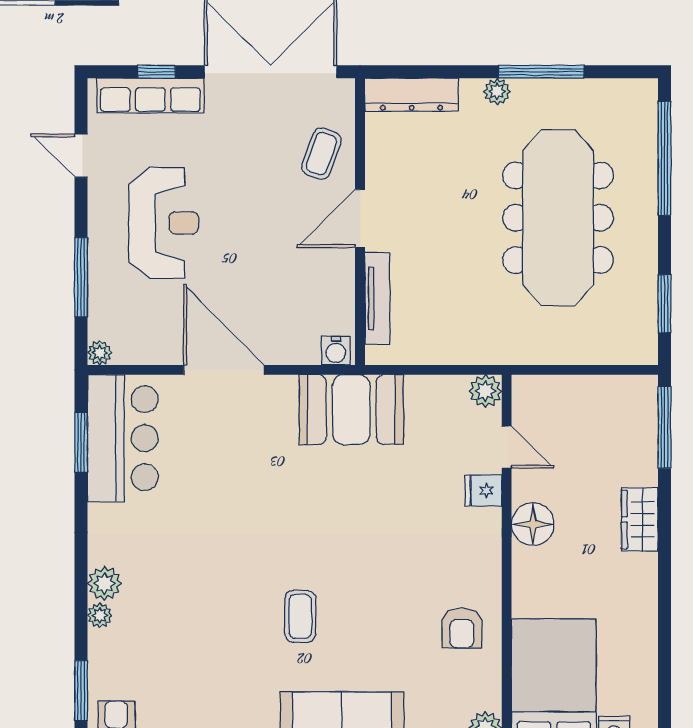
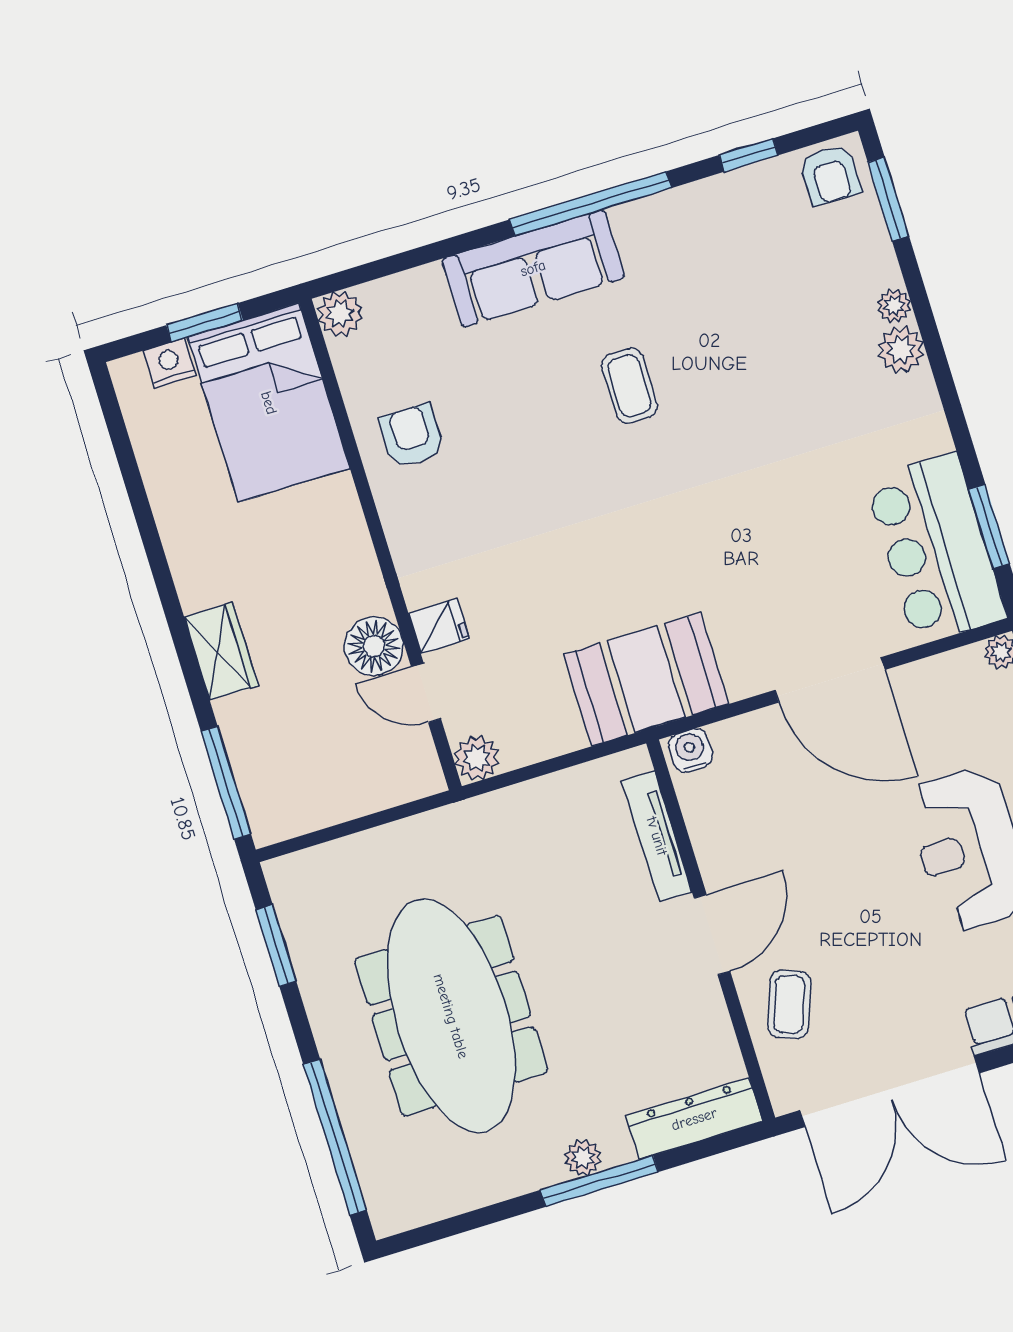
window: (541, 72) -> (599, 1181), moved
floor lamp: (533, 524) -> (374, 646), moved

